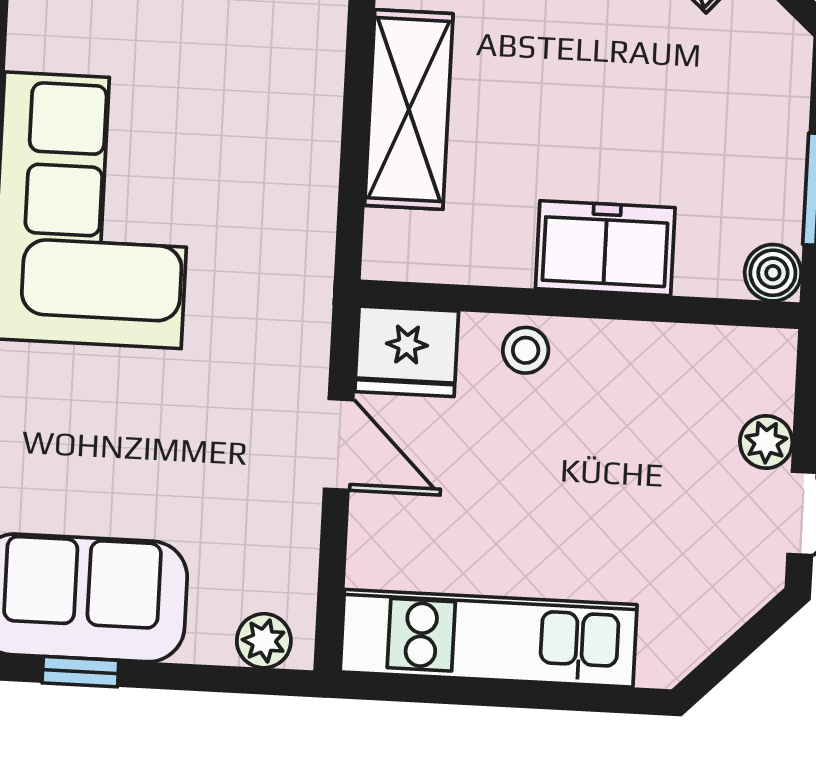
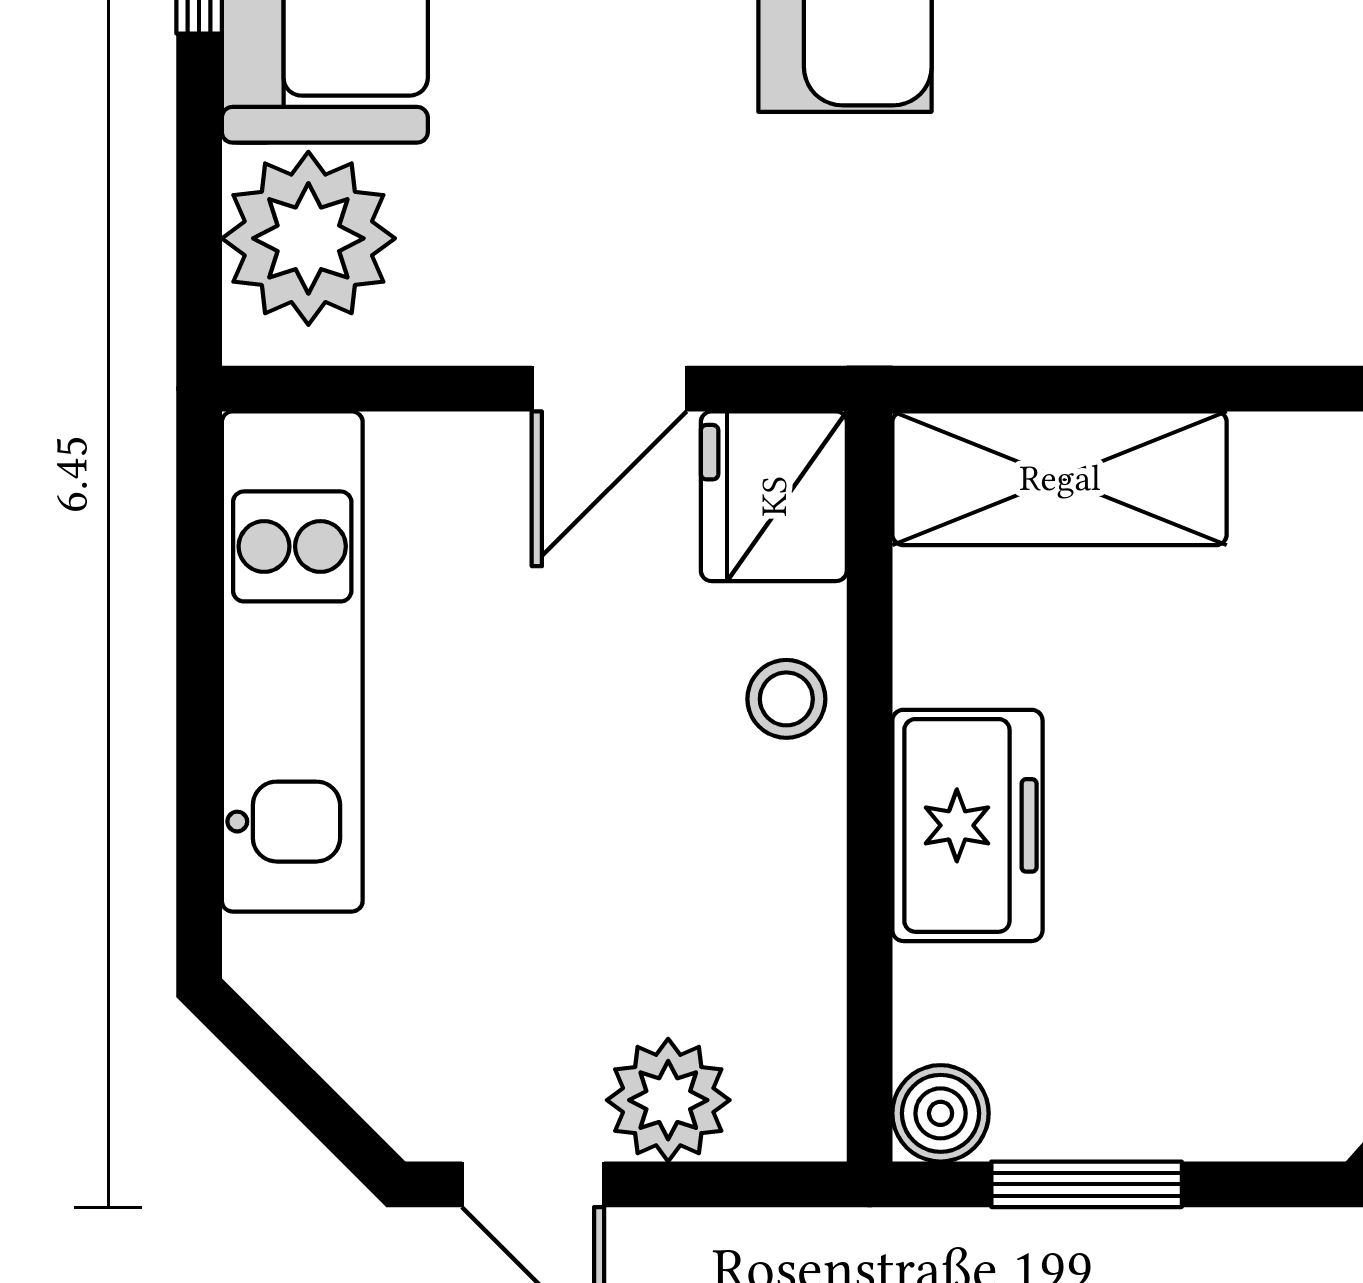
shelving: (409, 110) -> (1060, 478), moved
plant: (766, 442) -> (668, 1100), width x1.38, depth x1.38
plant: (264, 641) -> (308, 238), width x1.87, depth x1.87

